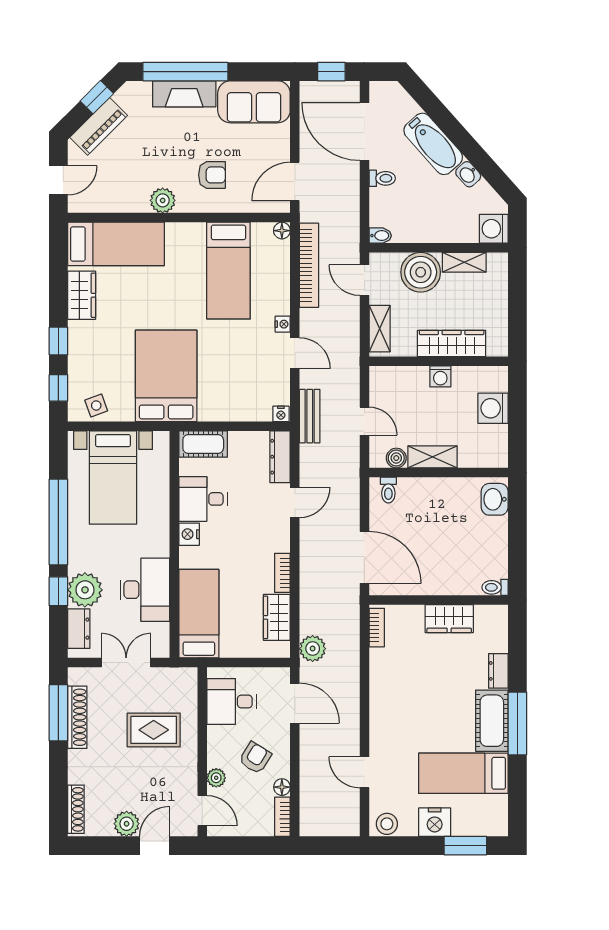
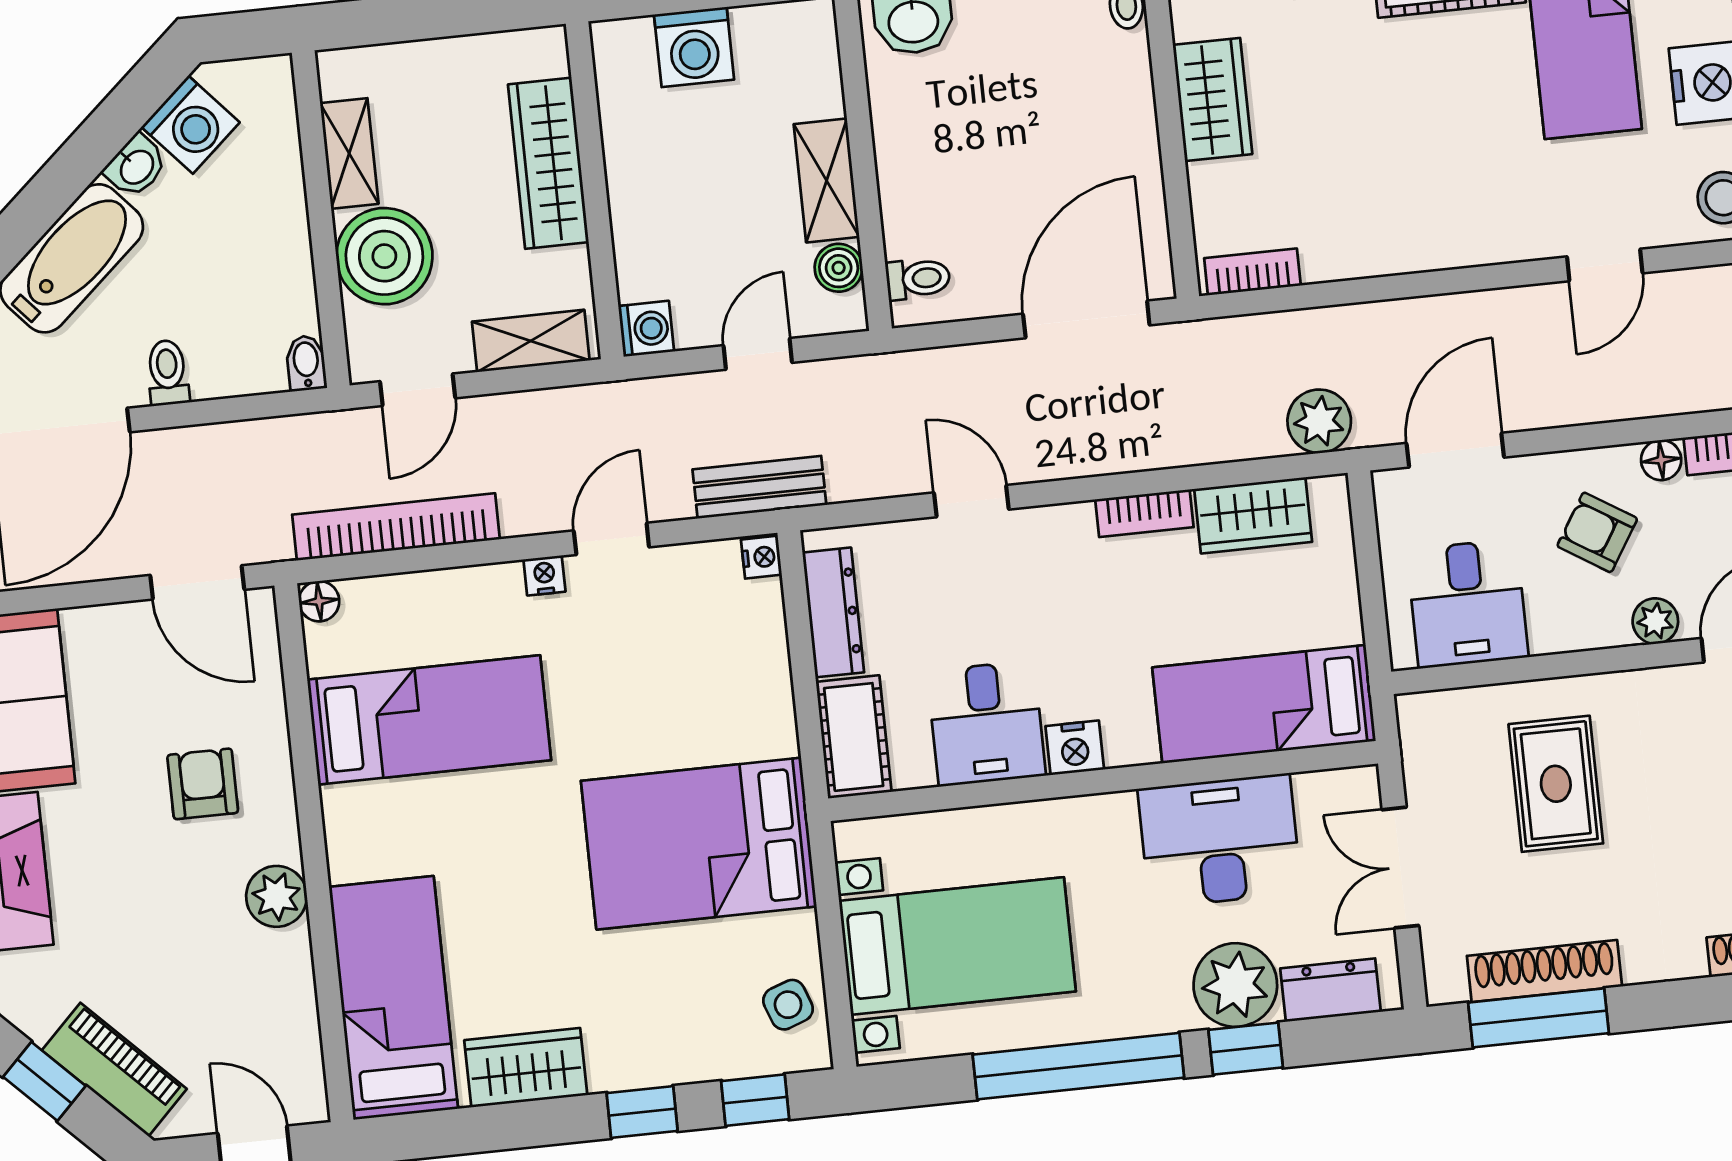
washing machine: (494, 229) -> (190, 125), moved, turned -42
washing machine: (440, 376) -> (646, 329), moved
dresser: (280, 457) -> (833, 612), moved, turned -90

